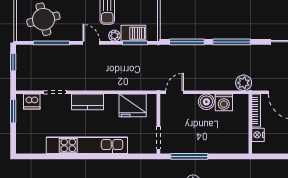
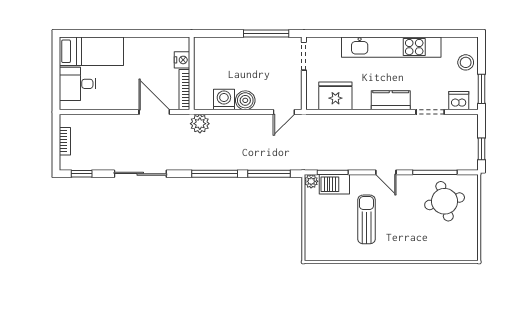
plant: (114, 36) -> (311, 181), moved
stool: (26, 133) -> (466, 62), added

